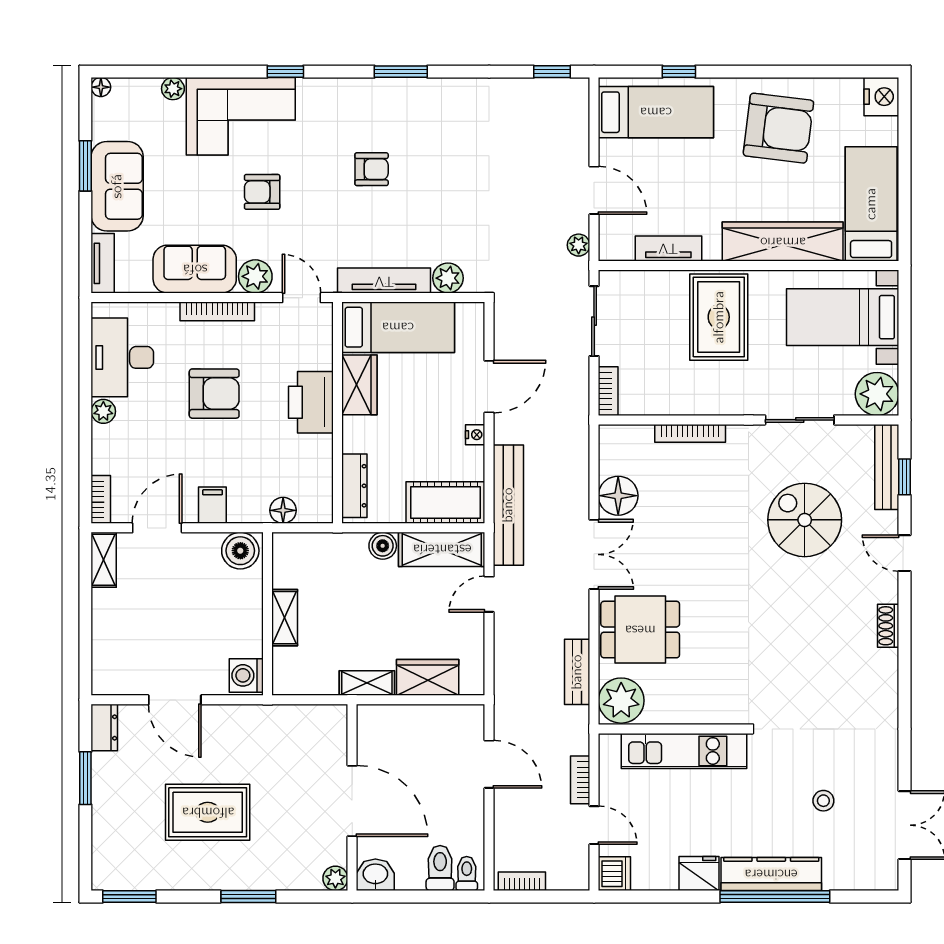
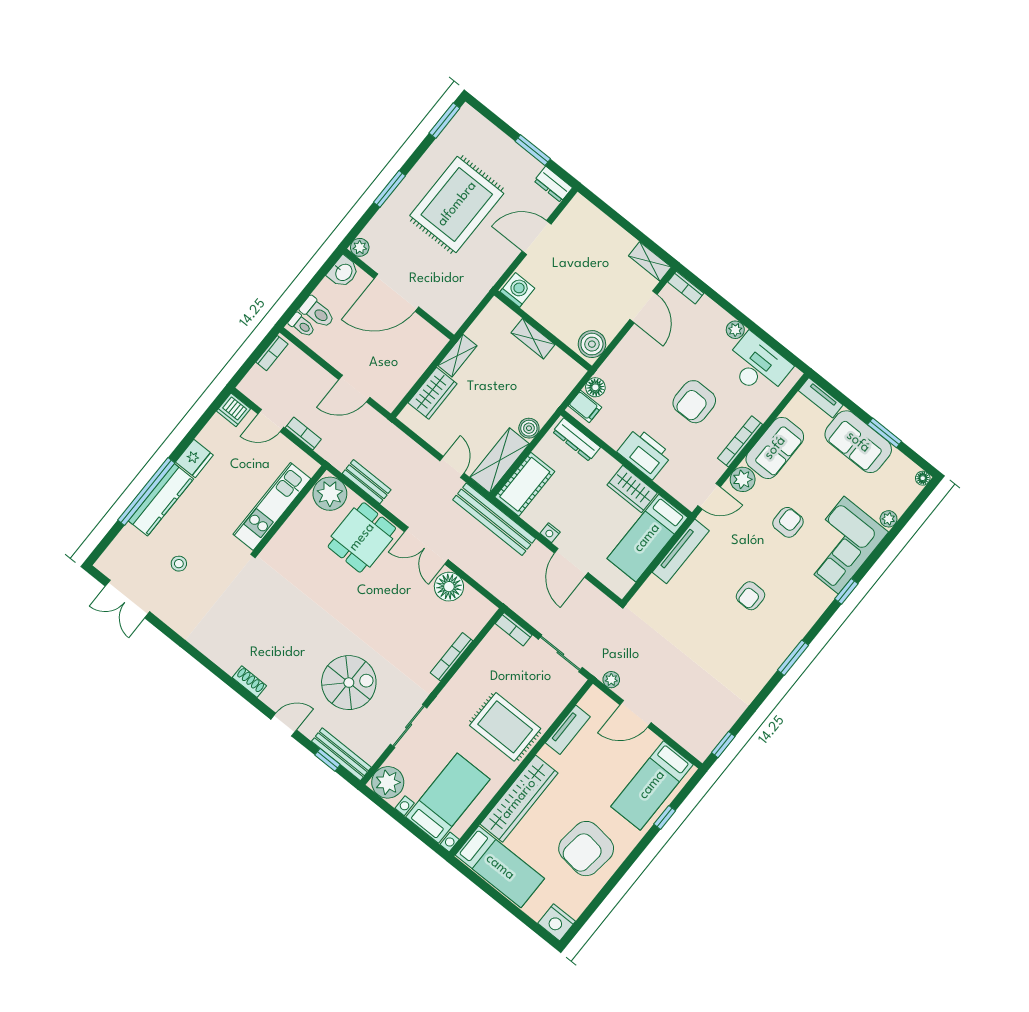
plant: (448, 278) -> (653, 589), removed
filing cabinet: (212, 505) -> (585, 406), moved
rug: (208, 812) -> (457, 204), width x1.37, depth x1.44

